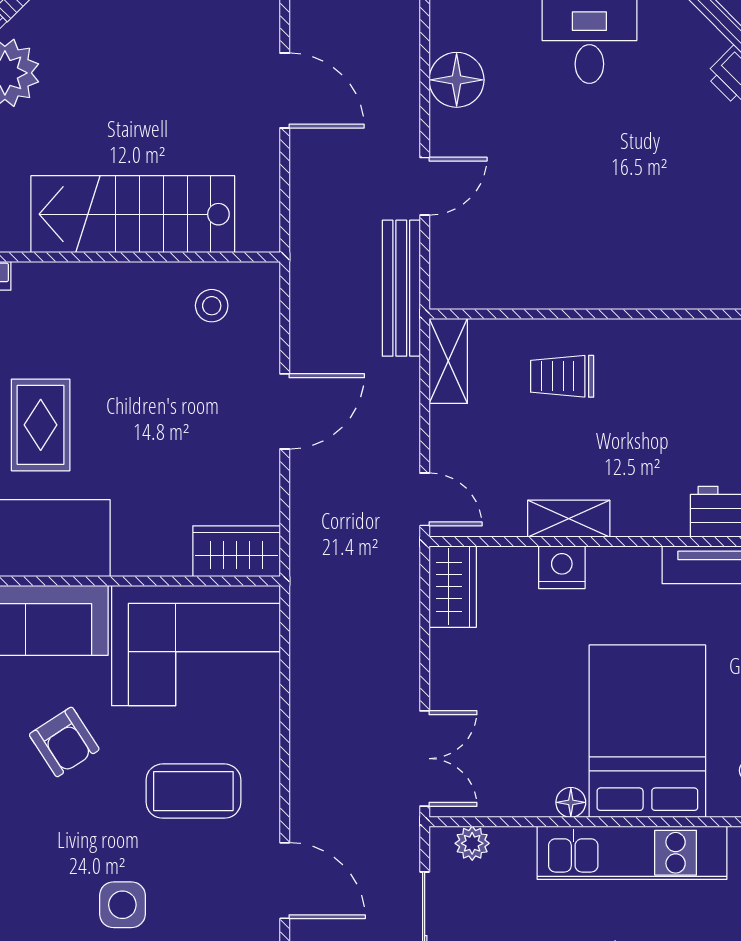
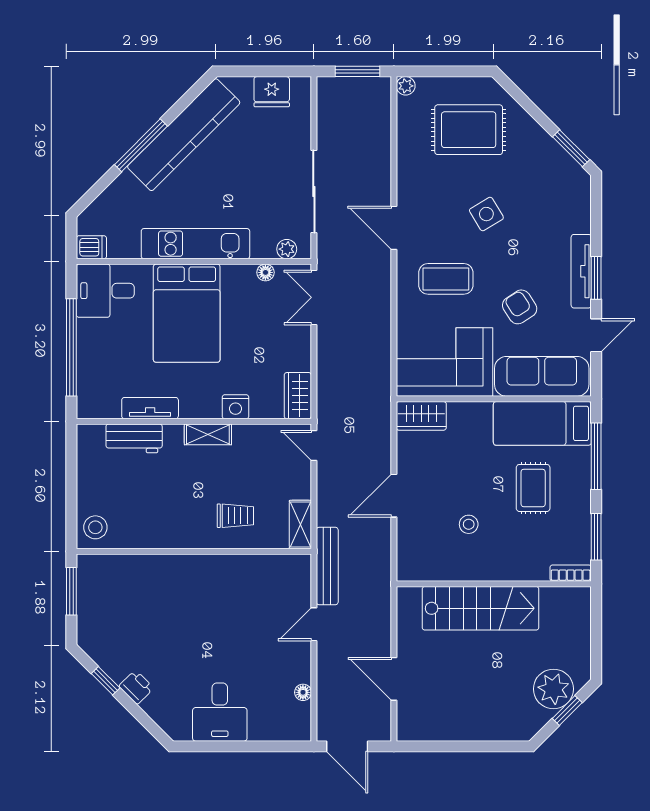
floor lamp: (457, 80) -> (303, 692), width x0.53, depth x0.53
stool: (212, 306) -> (469, 524), moved
shelving: (569, 519) -> (208, 434), moved
floor lamp: (571, 802) -> (265, 272), moved
side table: (122, 905) -> (486, 214), turned -31

